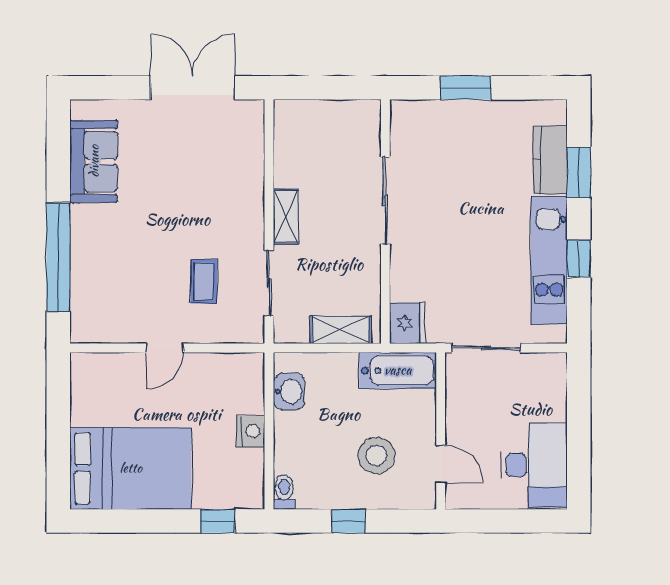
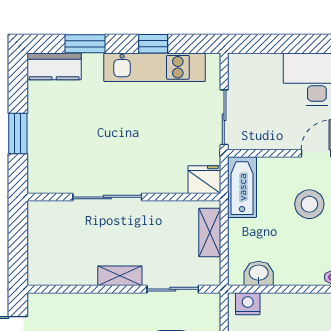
kitchen counter: (550, 160) -> (54, 66), moved
nightstand: (251, 431) -> (248, 304), moved

